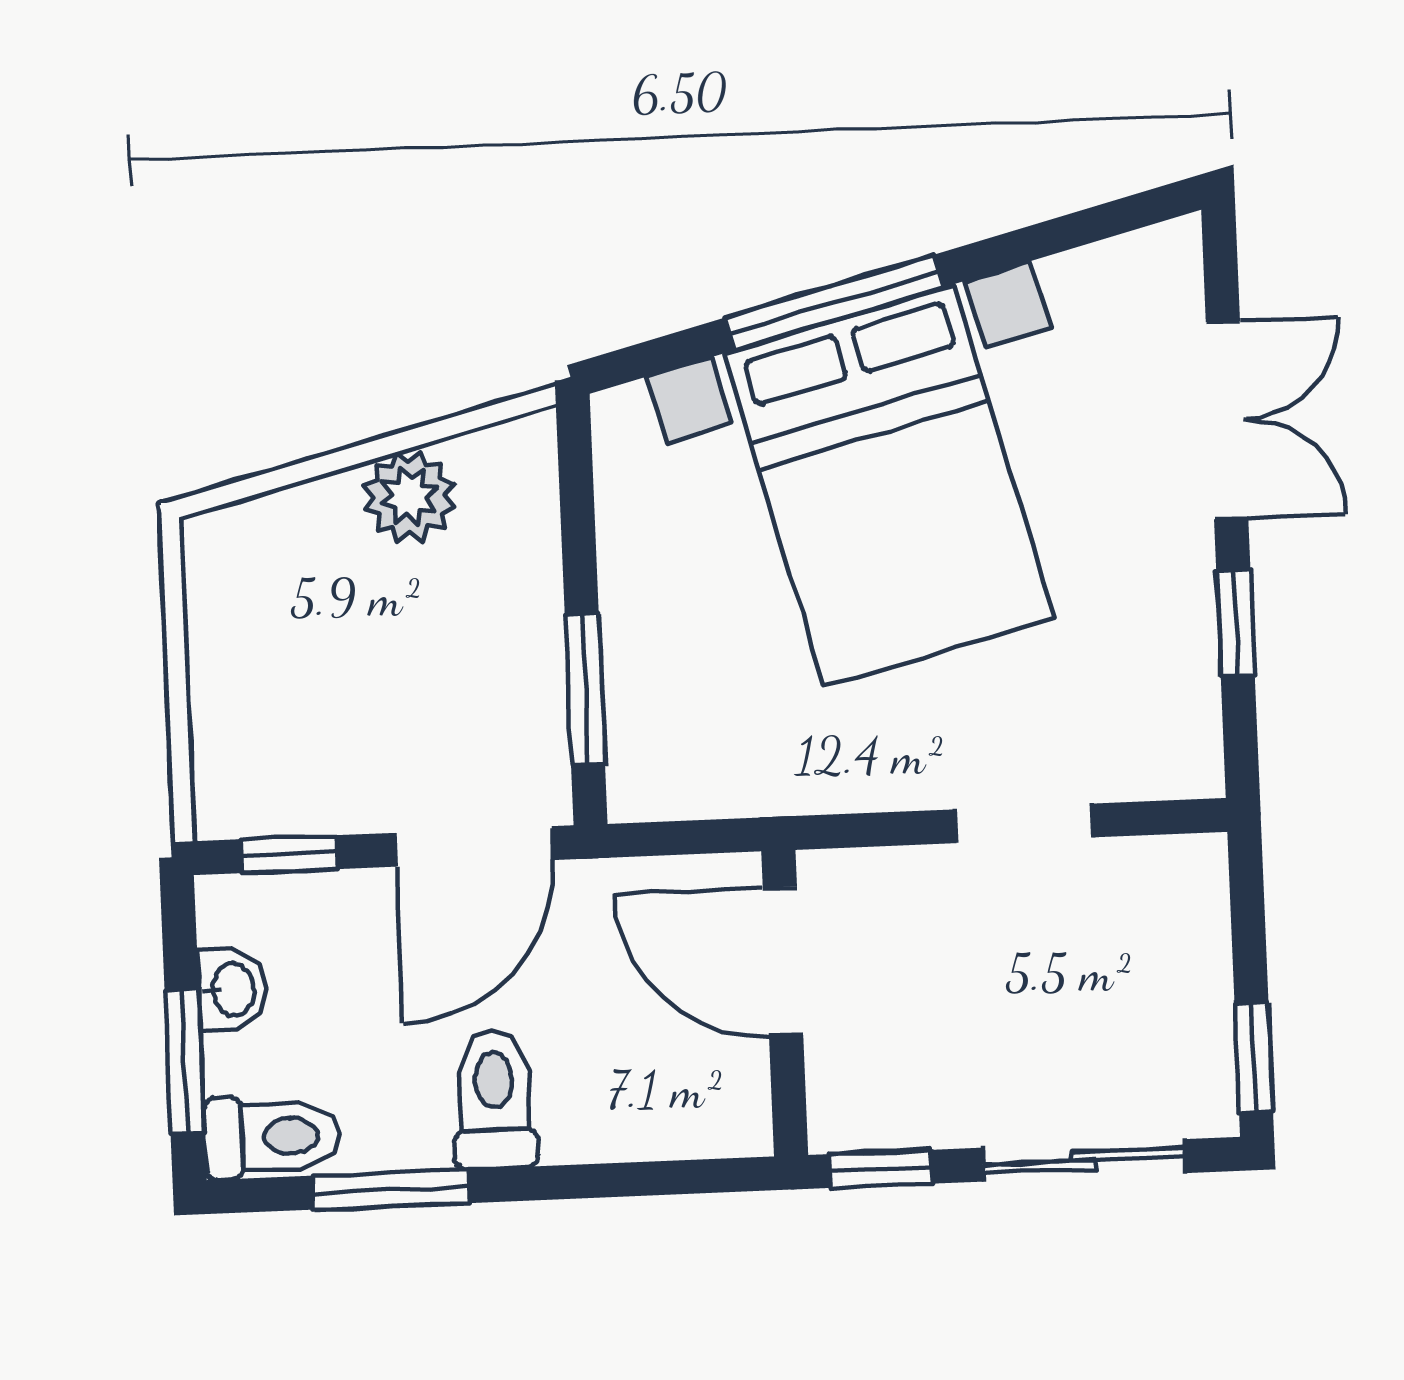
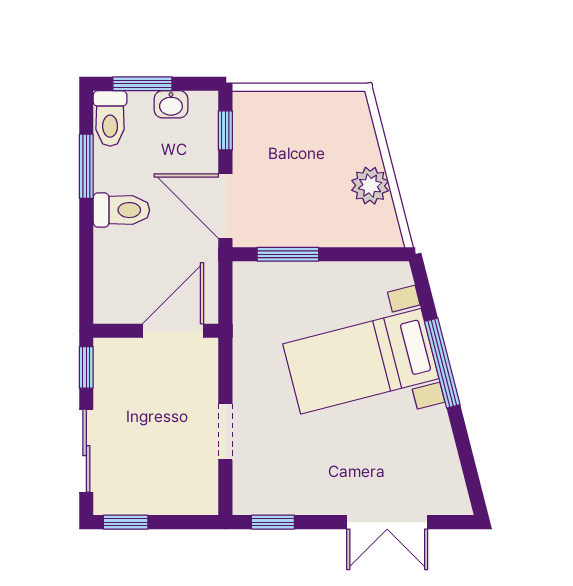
bed with nightstands: (889, 486) -> (361, 361), width x0.73
window: (1236, 623) -> (273, 522), moved

